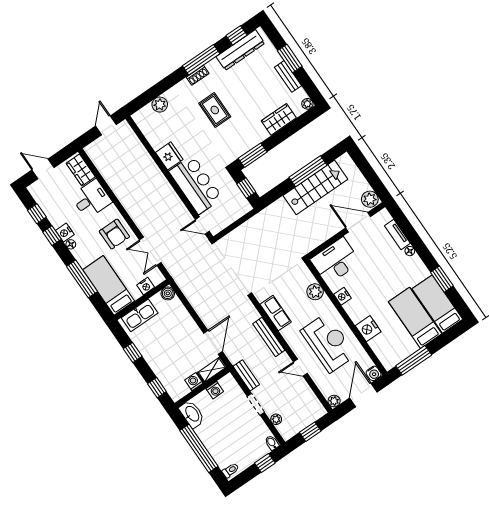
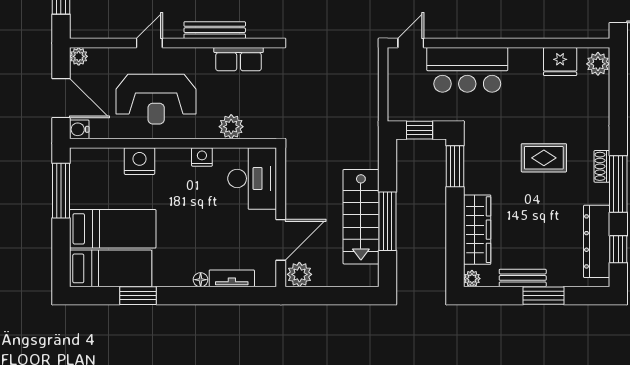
plant: (160, 105) -> (598, 64), moved
wardrobe: (279, 119) -> (477, 230), width x1.50
fridge: (169, 156) -> (560, 62), moved

